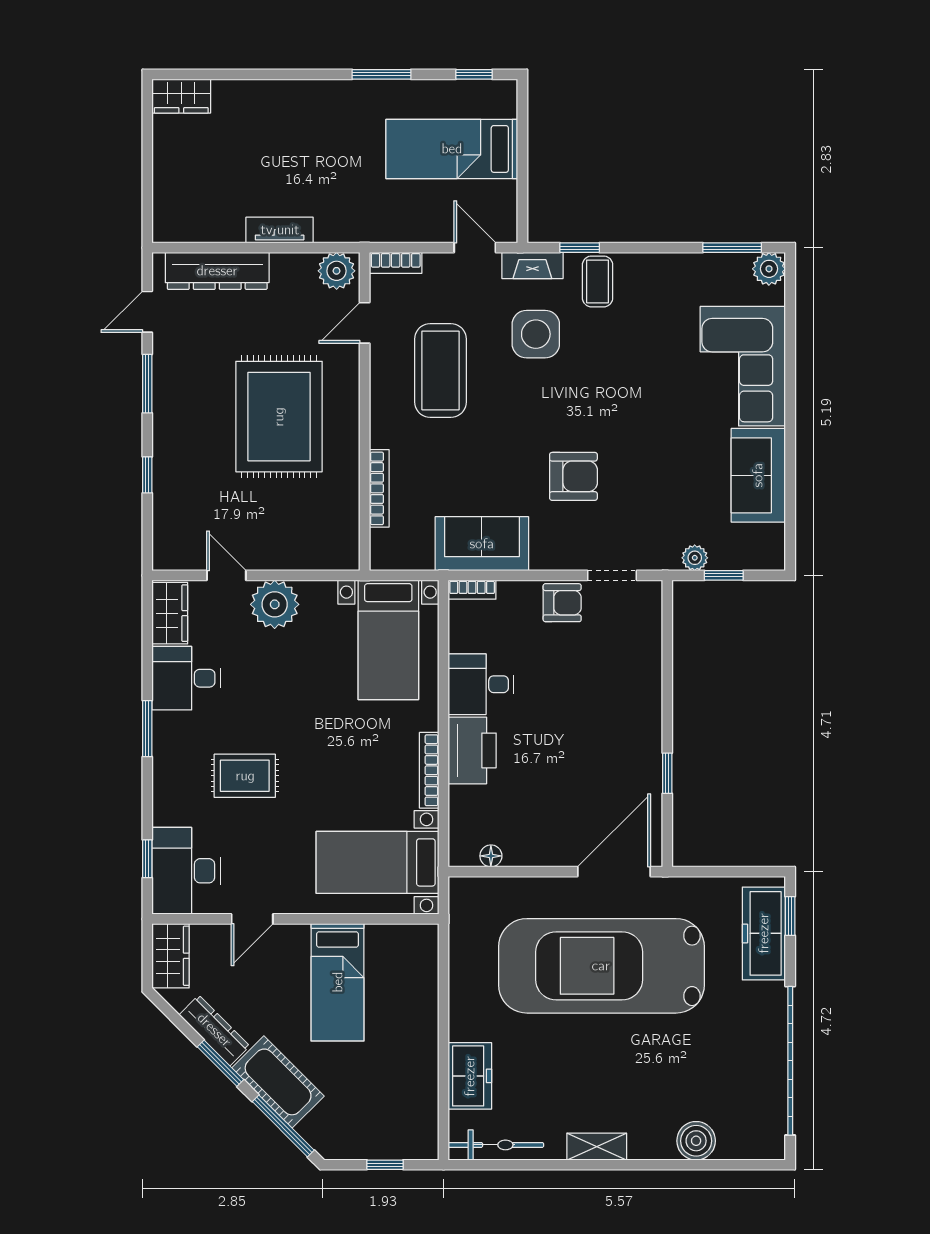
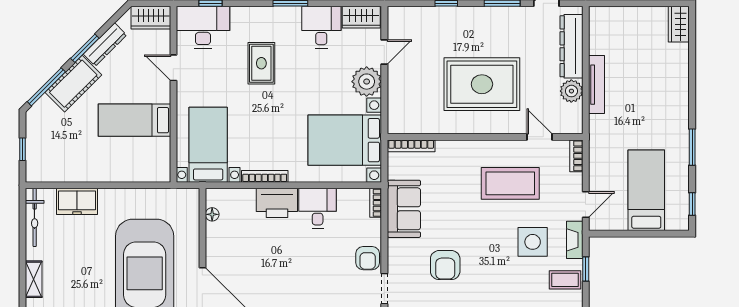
tv unit: (280, 230) -> (596, 85), width x1.41
plant: (337, 271) -> (571, 91), moved
bookcase: (379, 488) -> (411, 146), moved
bed with nightstands: (388, 640) -> (345, 140), width x1.36

